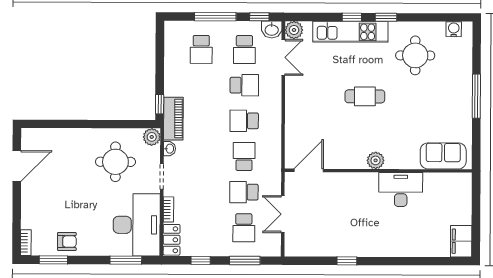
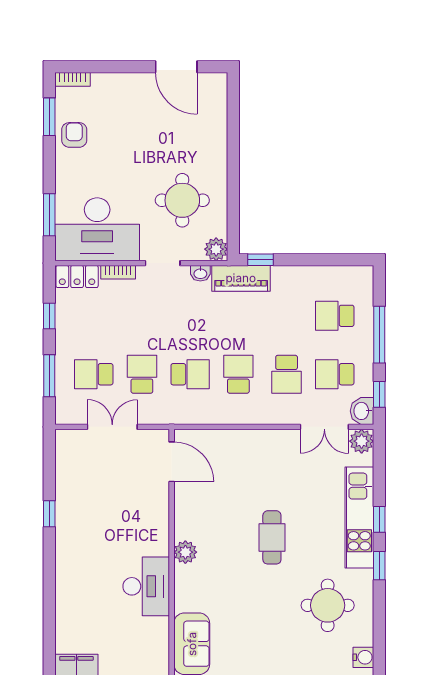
armchair: (67, 241) -> (74, 135), turned 180

